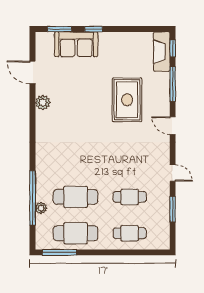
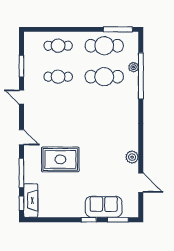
rug: (127, 100) -> (60, 159), turned 90

